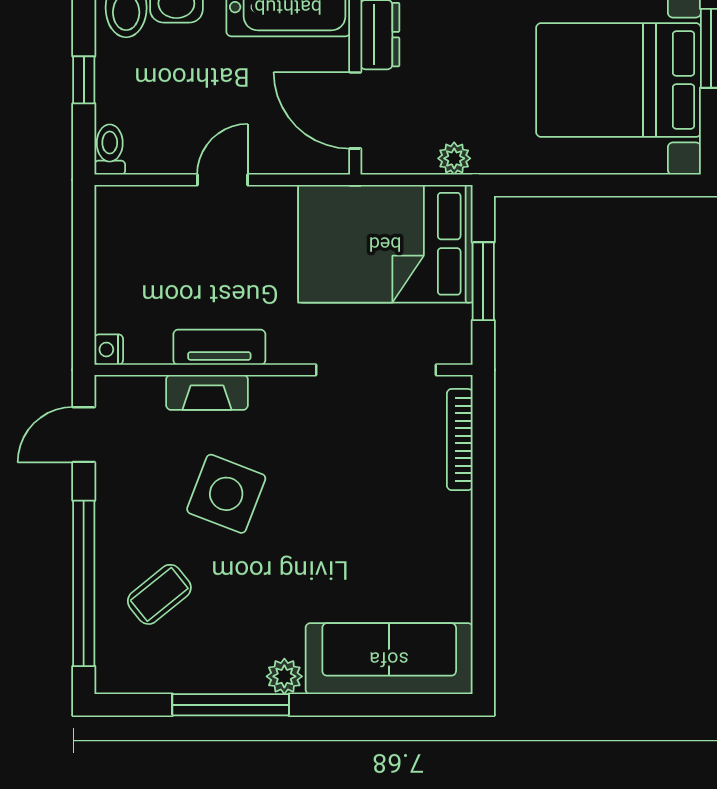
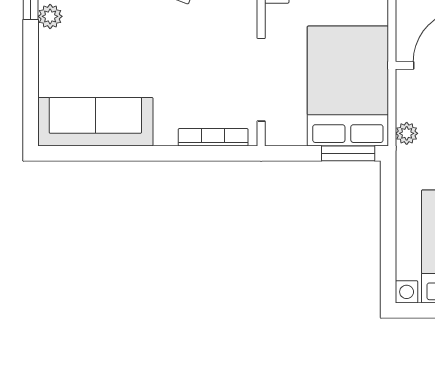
window: (483, 281) -> (348, 153), moved
sofa: (389, 659) -> (95, 122), moved, turned -90

